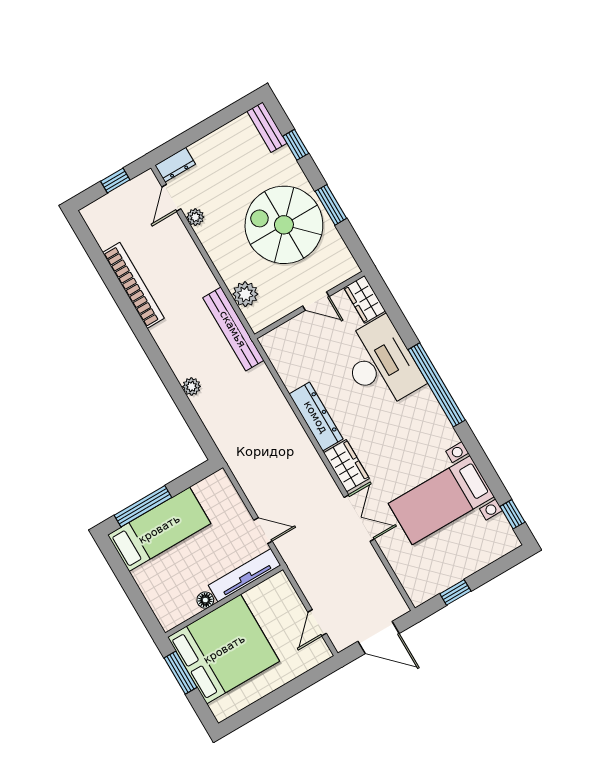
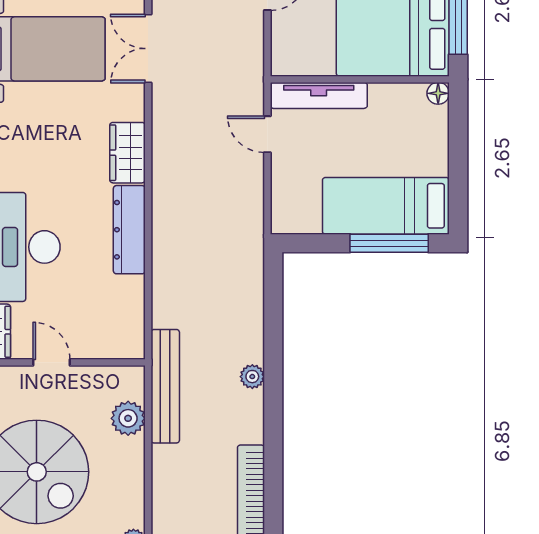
plant: (191, 386) -> (252, 377), moved
double door: (359, 518) -> (148, 49), moved
floor lamp: (205, 600) -> (438, 93), moved

